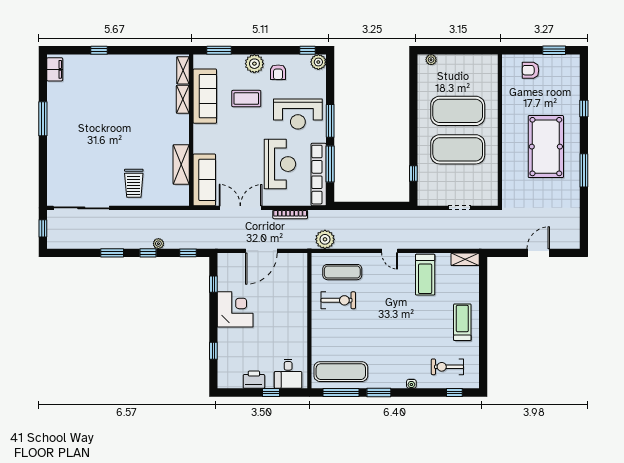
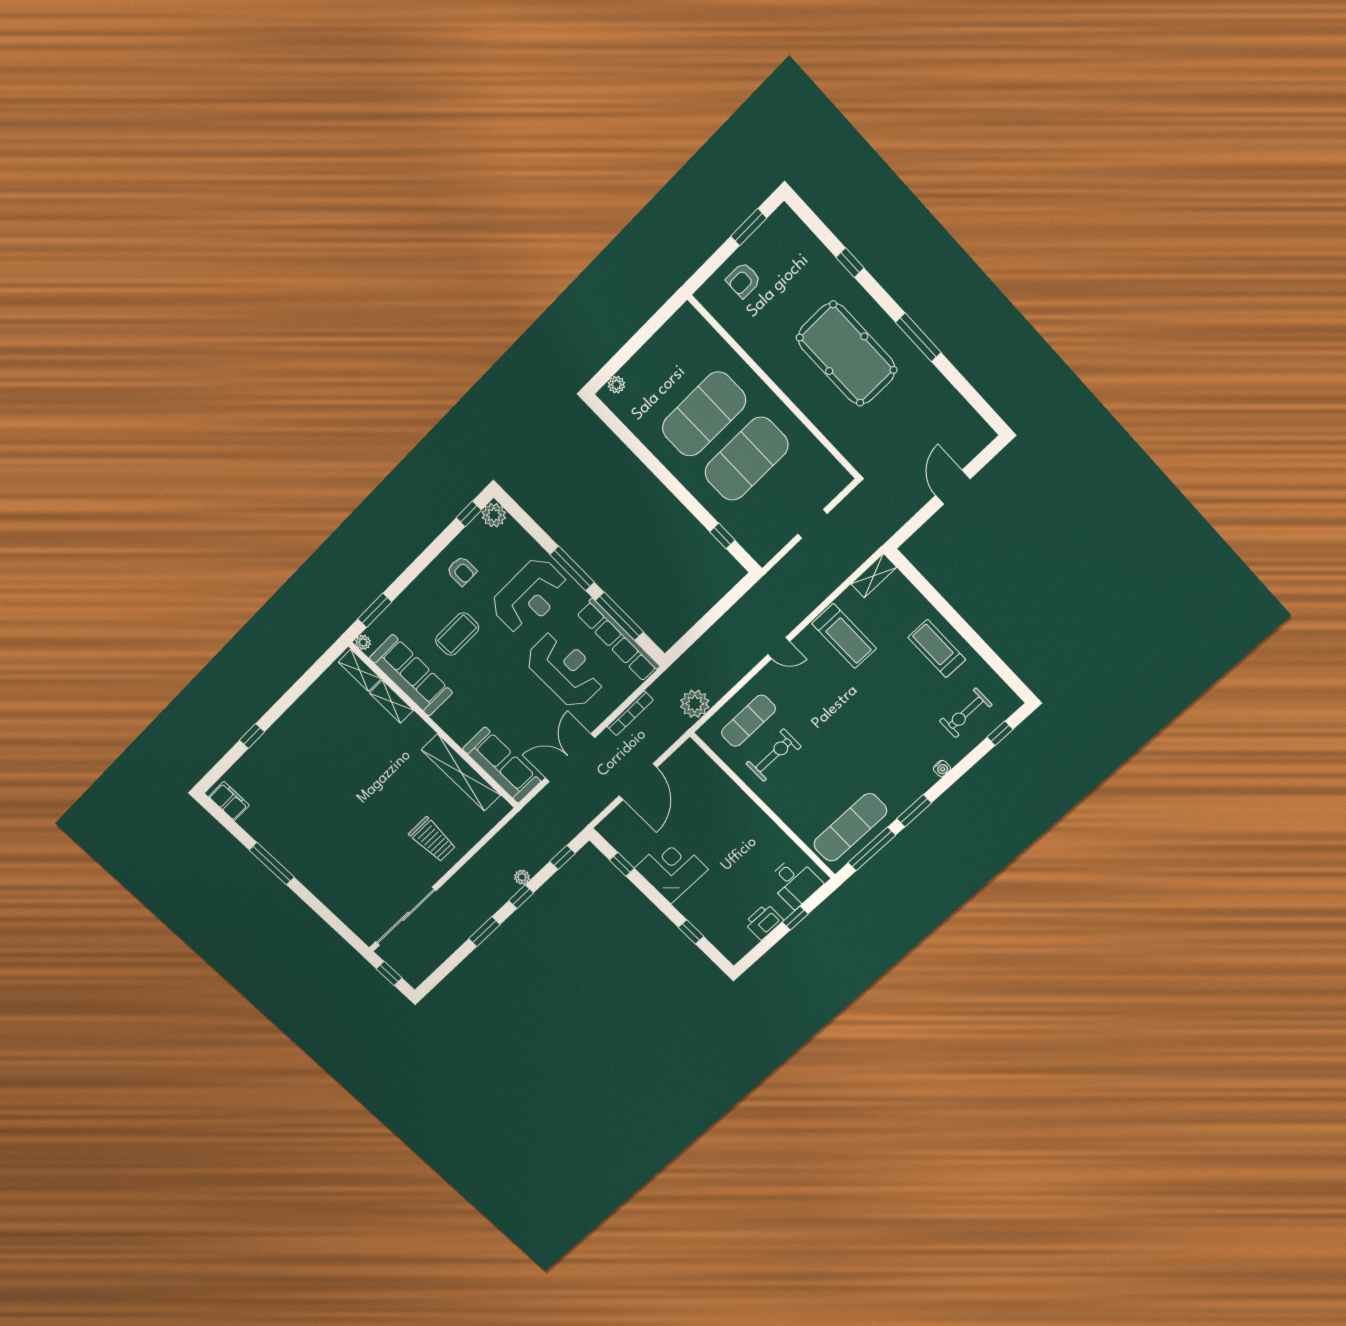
plant: (254, 64) -> (363, 642), moved, width x0.53, depth x0.53
shelving: (181, 165) -> (461, 772), width x1.47

